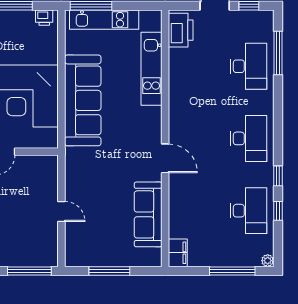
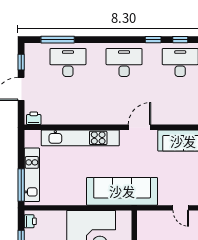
printer: (181, 30) -> (34, 118), width x0.53, depth x0.68
kitchen unit: (152, 69) -> (80, 138), width x1.36
sofa: (83, 100) -> (122, 191), moved
door: (61, 211) -> (181, 208), swing flipped

